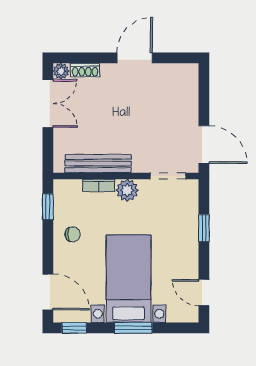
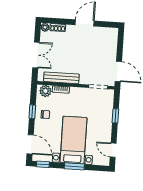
double door: (48, 103) -> (36, 55), moved
plant: (127, 190) -> (45, 91), moved
window: (48, 207) -> (32, 112), moved

